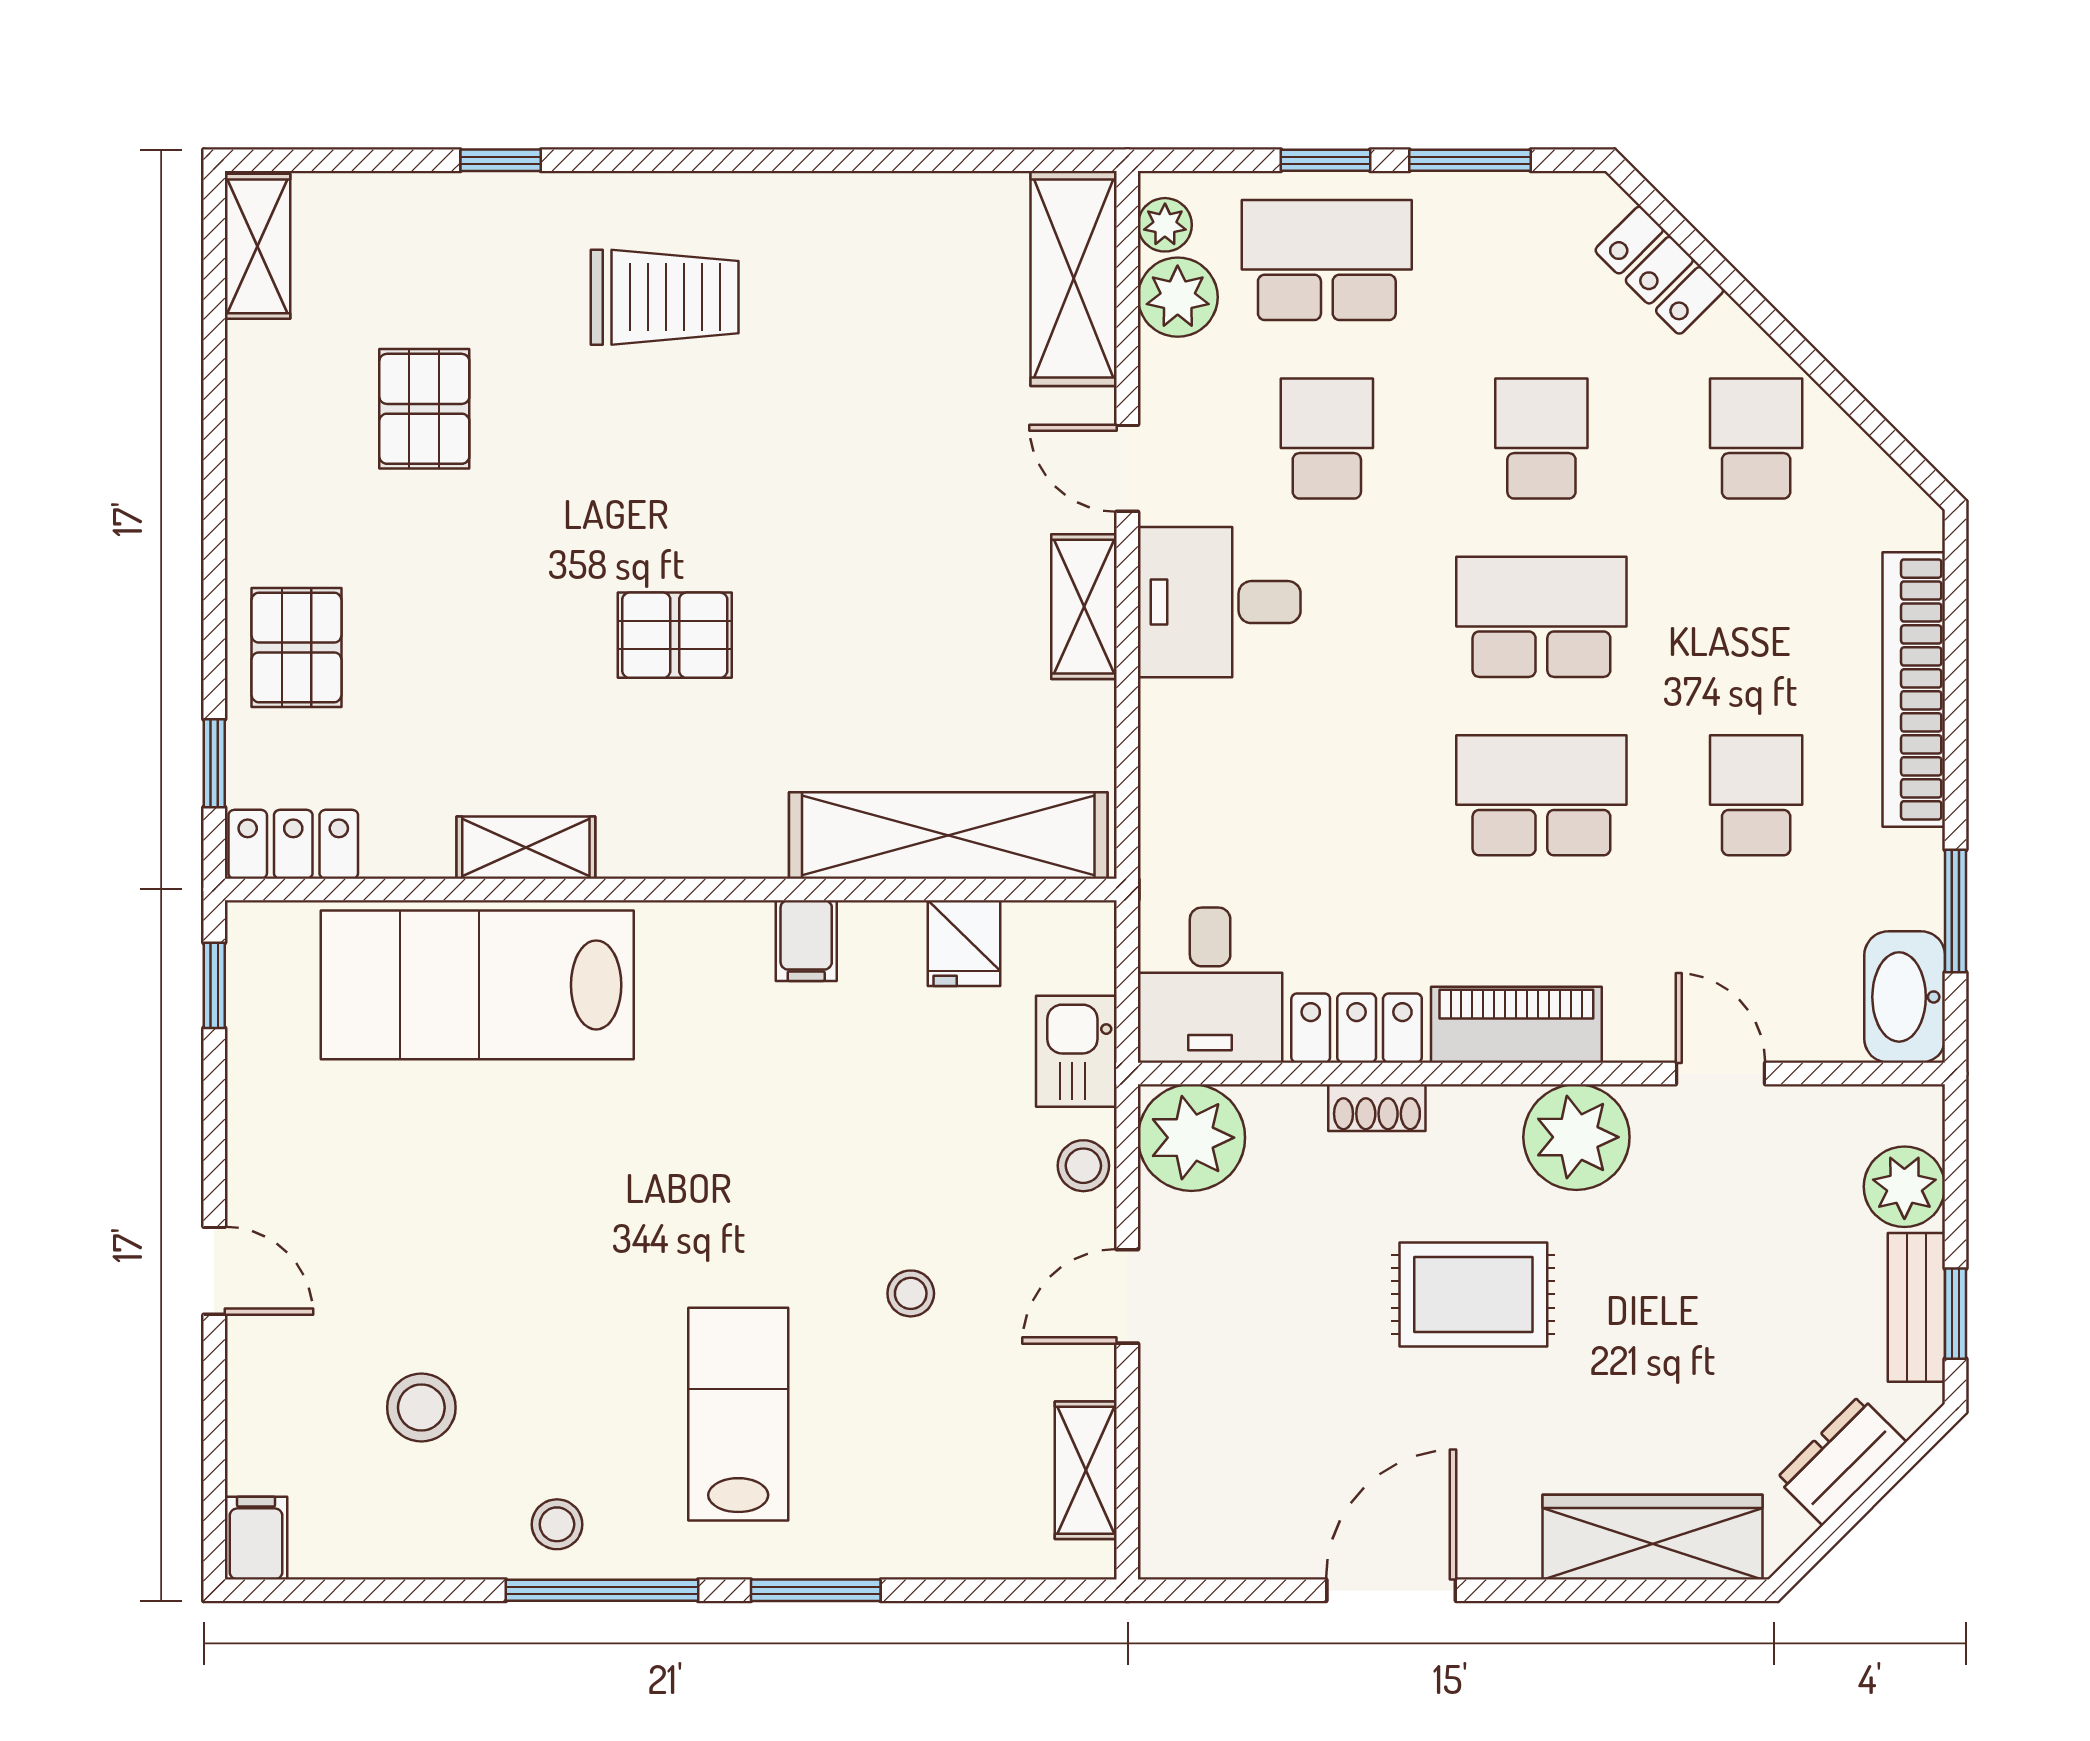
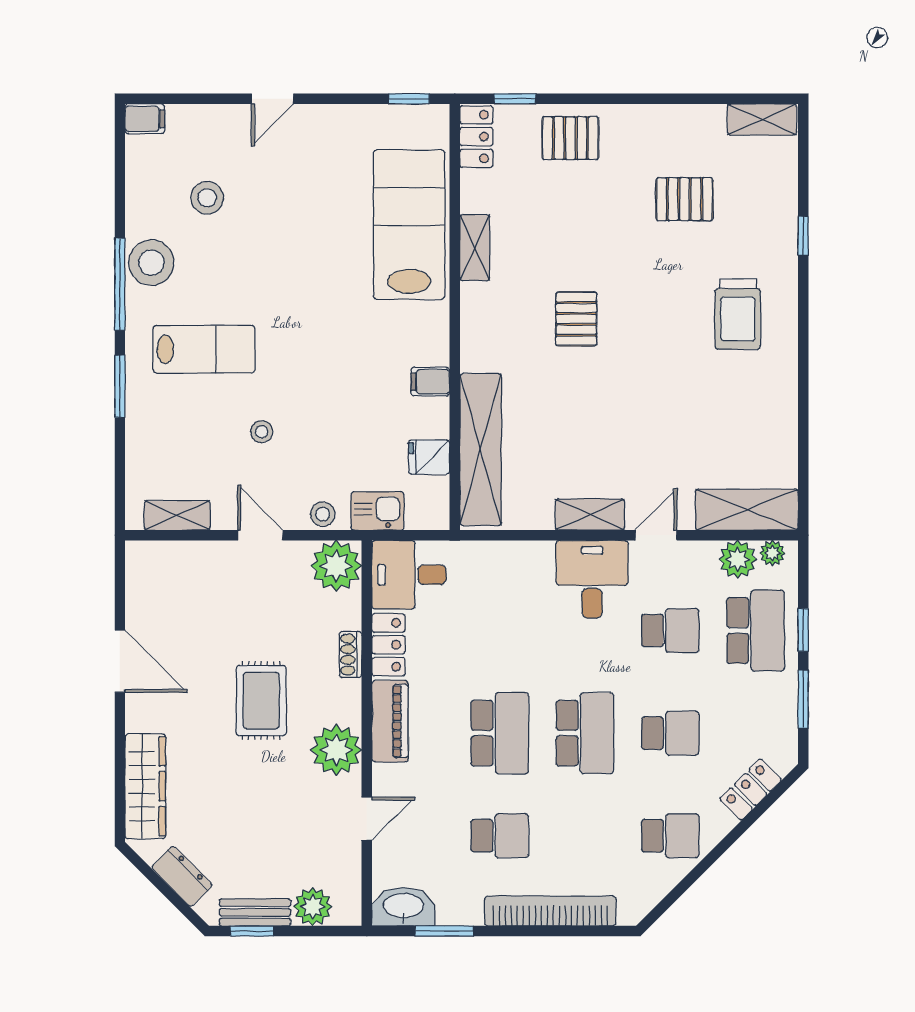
stool: (557, 1524) -> (151, 263), width x1.89, depth x1.89

